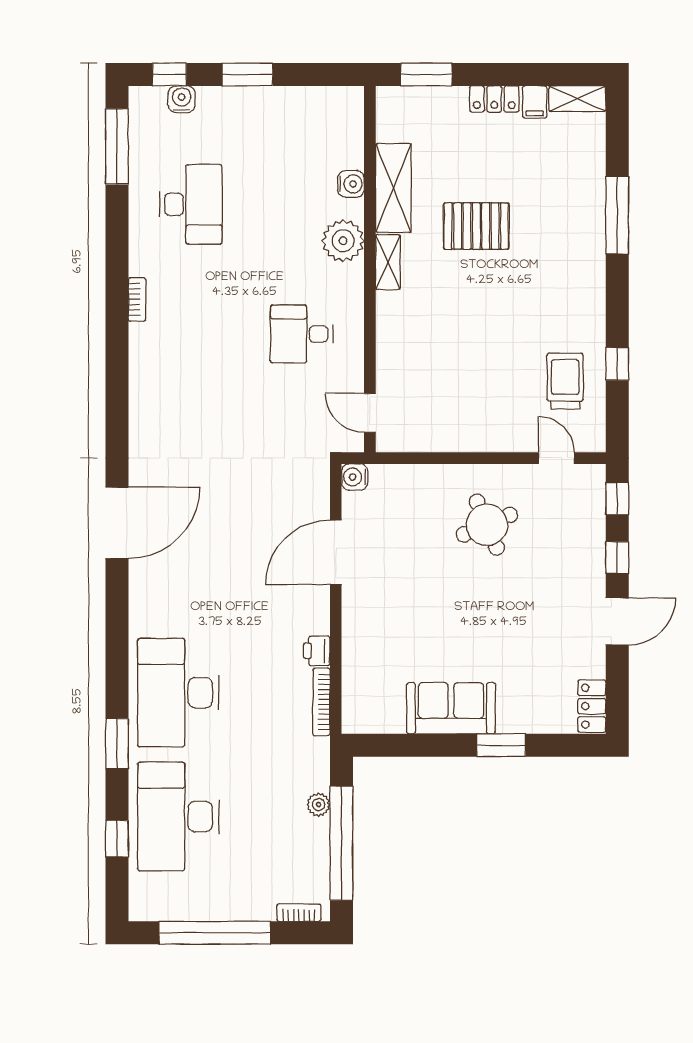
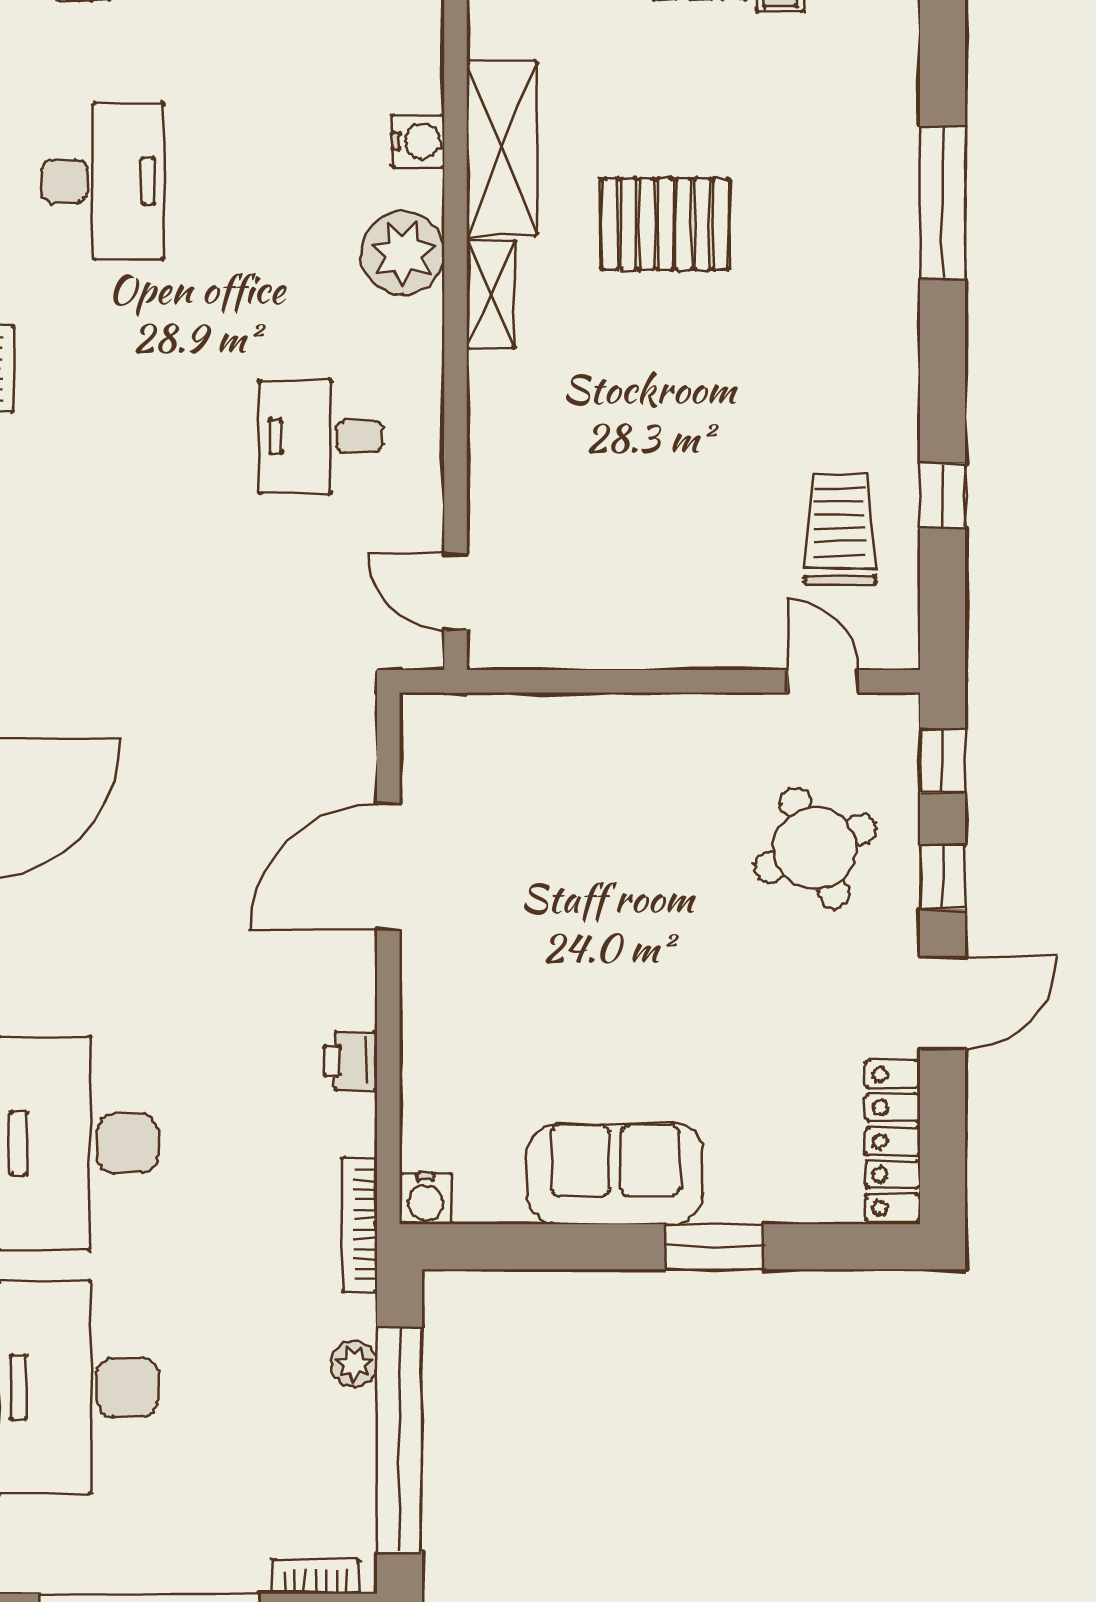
water cooler: (355, 477) -> (425, 1199), moved, turned -90
round table: (487, 525) -> (815, 848), moved
bookcase: (321, 702) -> (360, 1224), moved
locker: (592, 706) -> (893, 1141), width x1.53

